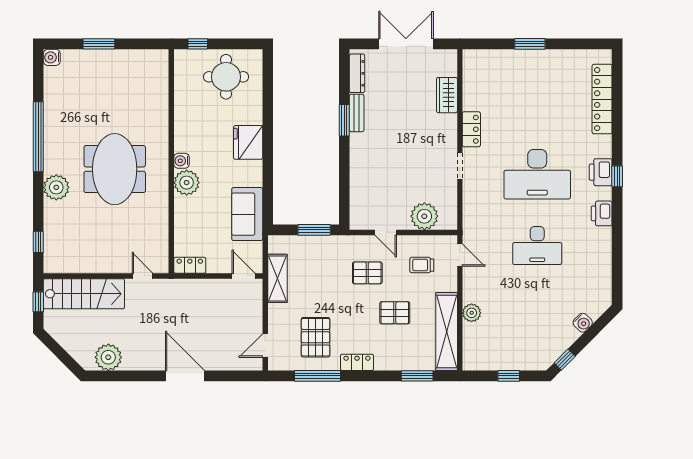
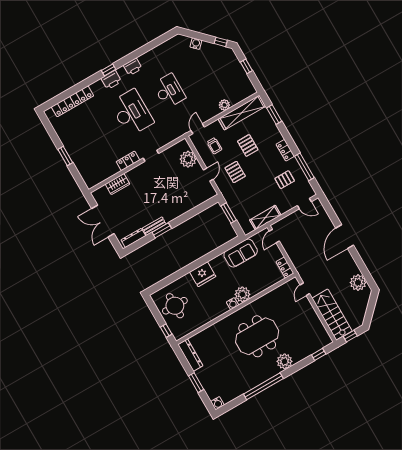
dresser: (143, 58) -> (190, 355), added
pallet: (316, 337) -> (285, 180), width x0.67, depth x0.71

